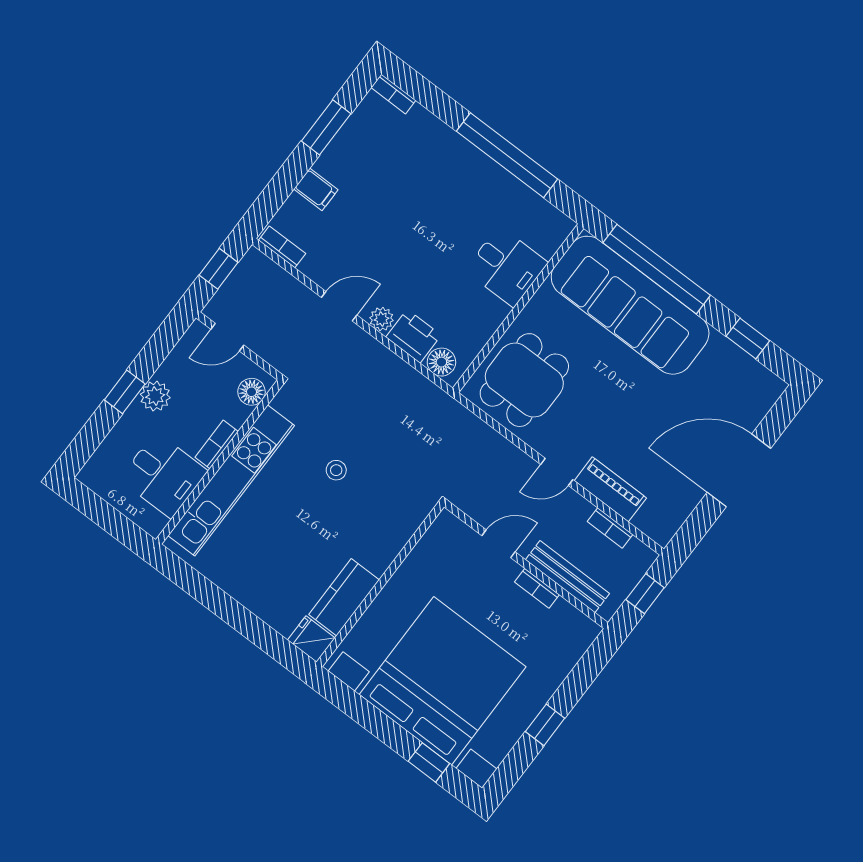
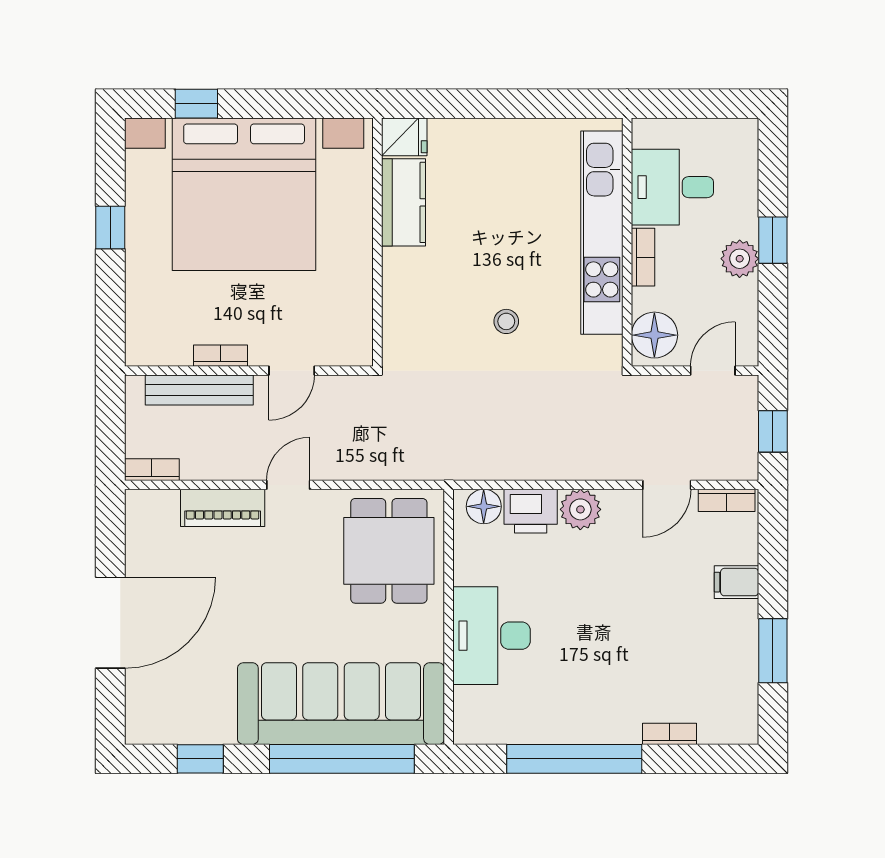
bookcase: (393, 94) -> (669, 734), moved
desk: (506, 266) -> (492, 636), width x1.37
door: (339, 306) -> (667, 485), moved
plant: (382, 319) -> (580, 509), width x1.38, depth x1.38
floor lamp: (251, 392) -> (654, 335), width x1.38, depth x1.38
bookcase: (610, 528) -> (152, 470), moved
window: (645, 594) -> (110, 431), removed

